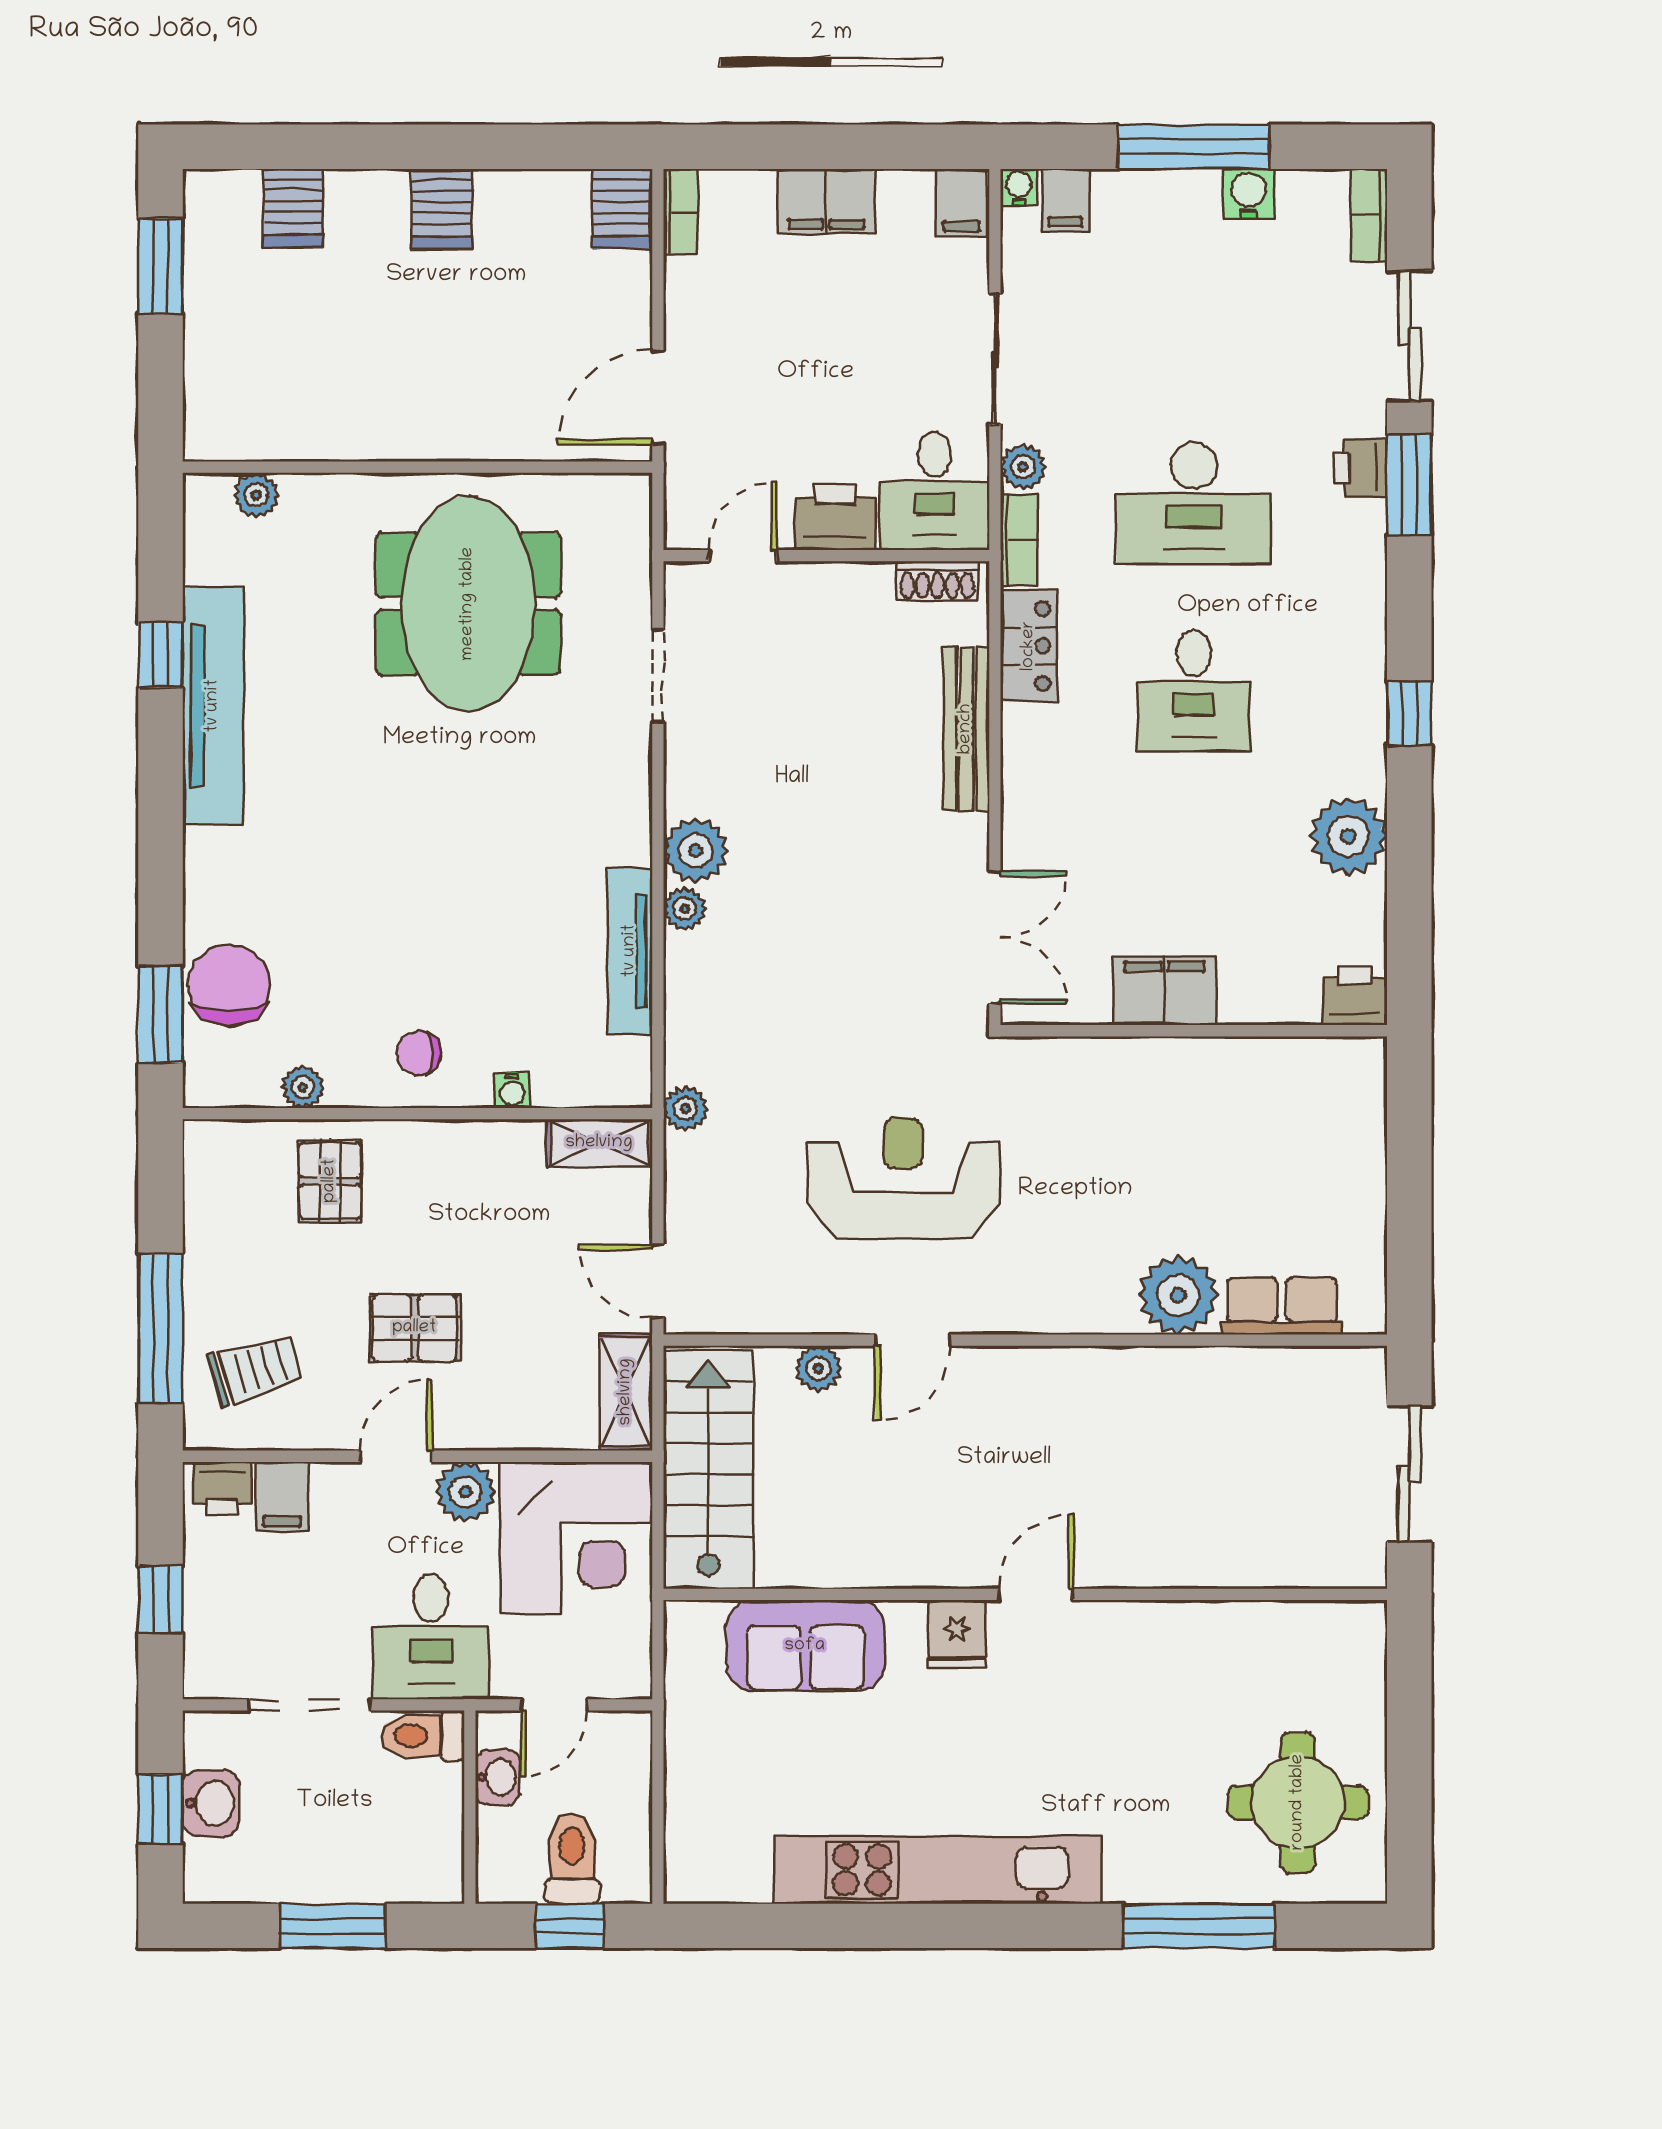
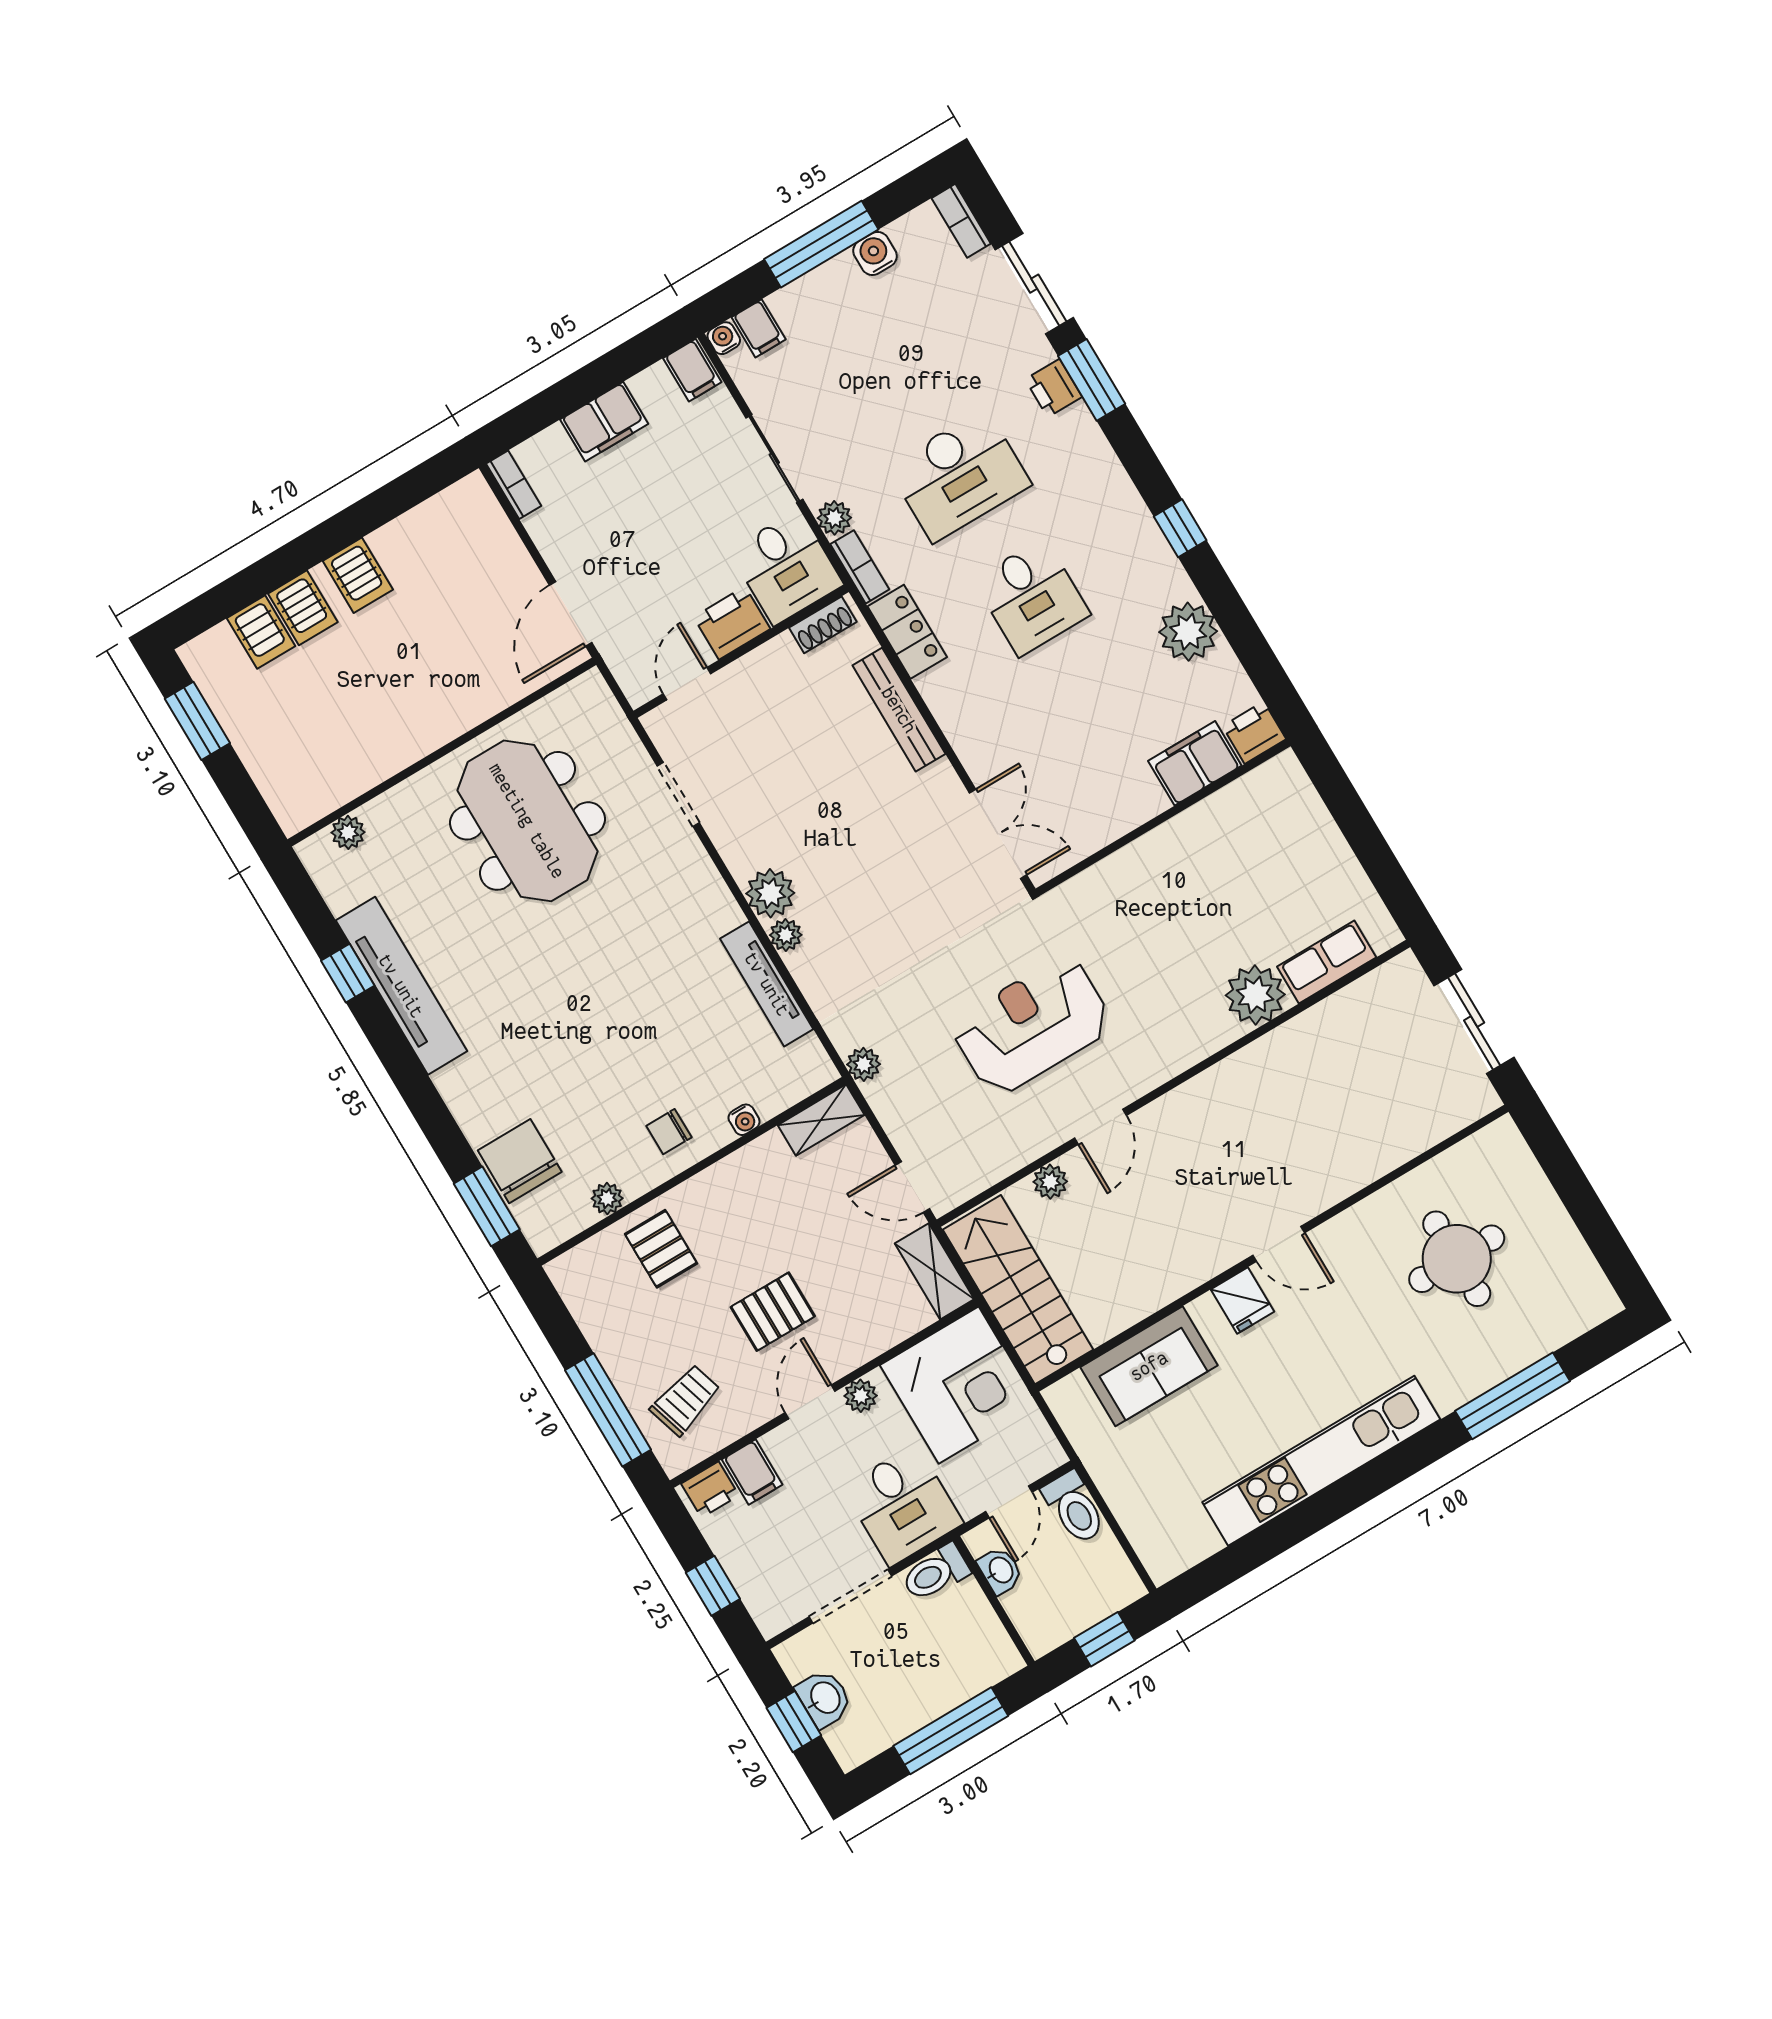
server rack: (622, 209) -> (303, 608), moved
filing cabinet: (1165, 991) -> (1195, 763), moved
plant: (466, 1492) -> (861, 1396), width x0.73, depth x0.73
door: (1036, 1594) -> (1279, 1244), swing flipped
round table: (1298, 1802) -> (1457, 1259), moved
toilet: (572, 1858) -> (1074, 1508), moved, turned 180
window: (333, 1926) -> (951, 1731), width x1.44

